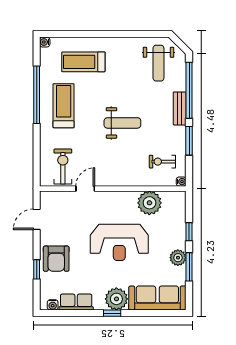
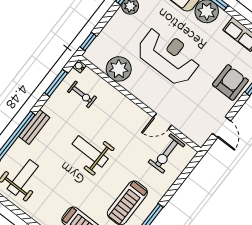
window: (189, 141) -> (56, 83), moved
door: (37, 219) -> (222, 127), hinge flipped
window: (189, 232) -> (88, 42), moved

